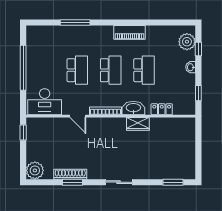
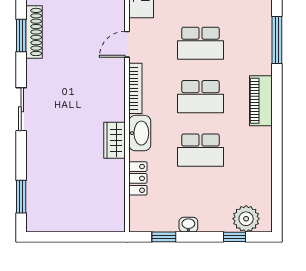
piano: (130, 32) -> (261, 101), moved
washbasin: (191, 67) -> (188, 225), moved

